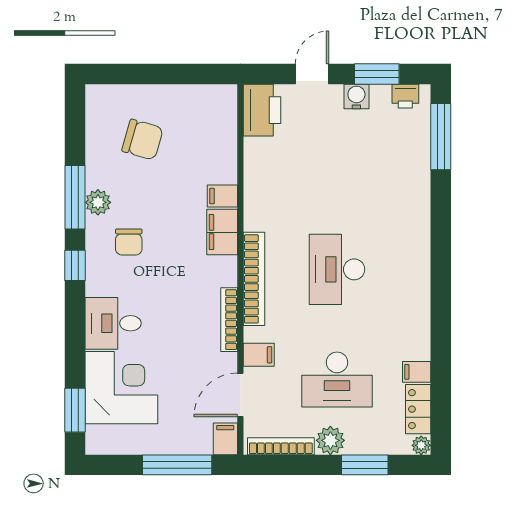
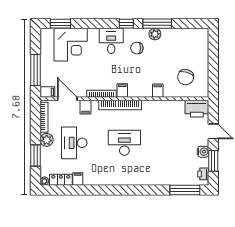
chair: (143, 140) -> (186, 77), moved
filing cabinet: (222, 232) -> (122, 91), moved, width x0.50
desk: (113, 323) -> (111, 41), moved

